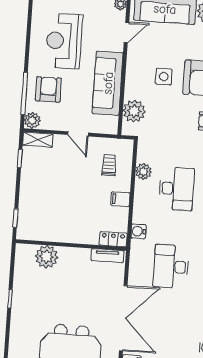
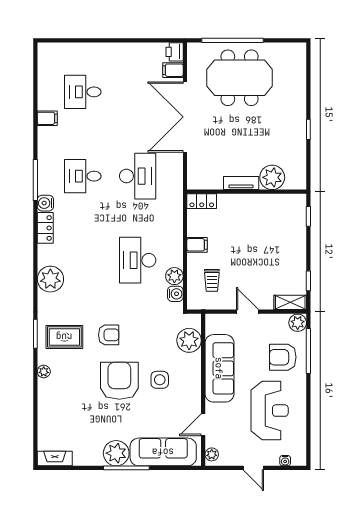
armchair: (48, 89) -> (283, 357), turned 90
water cooler: (138, 231) -> (175, 294), moved
tv unit: (107, 256) -> (241, 183), moved

